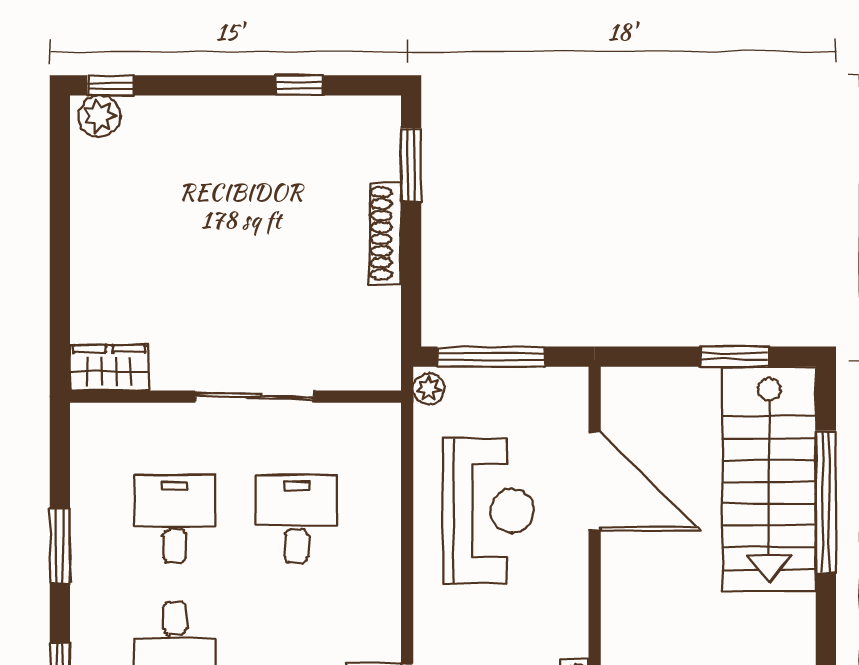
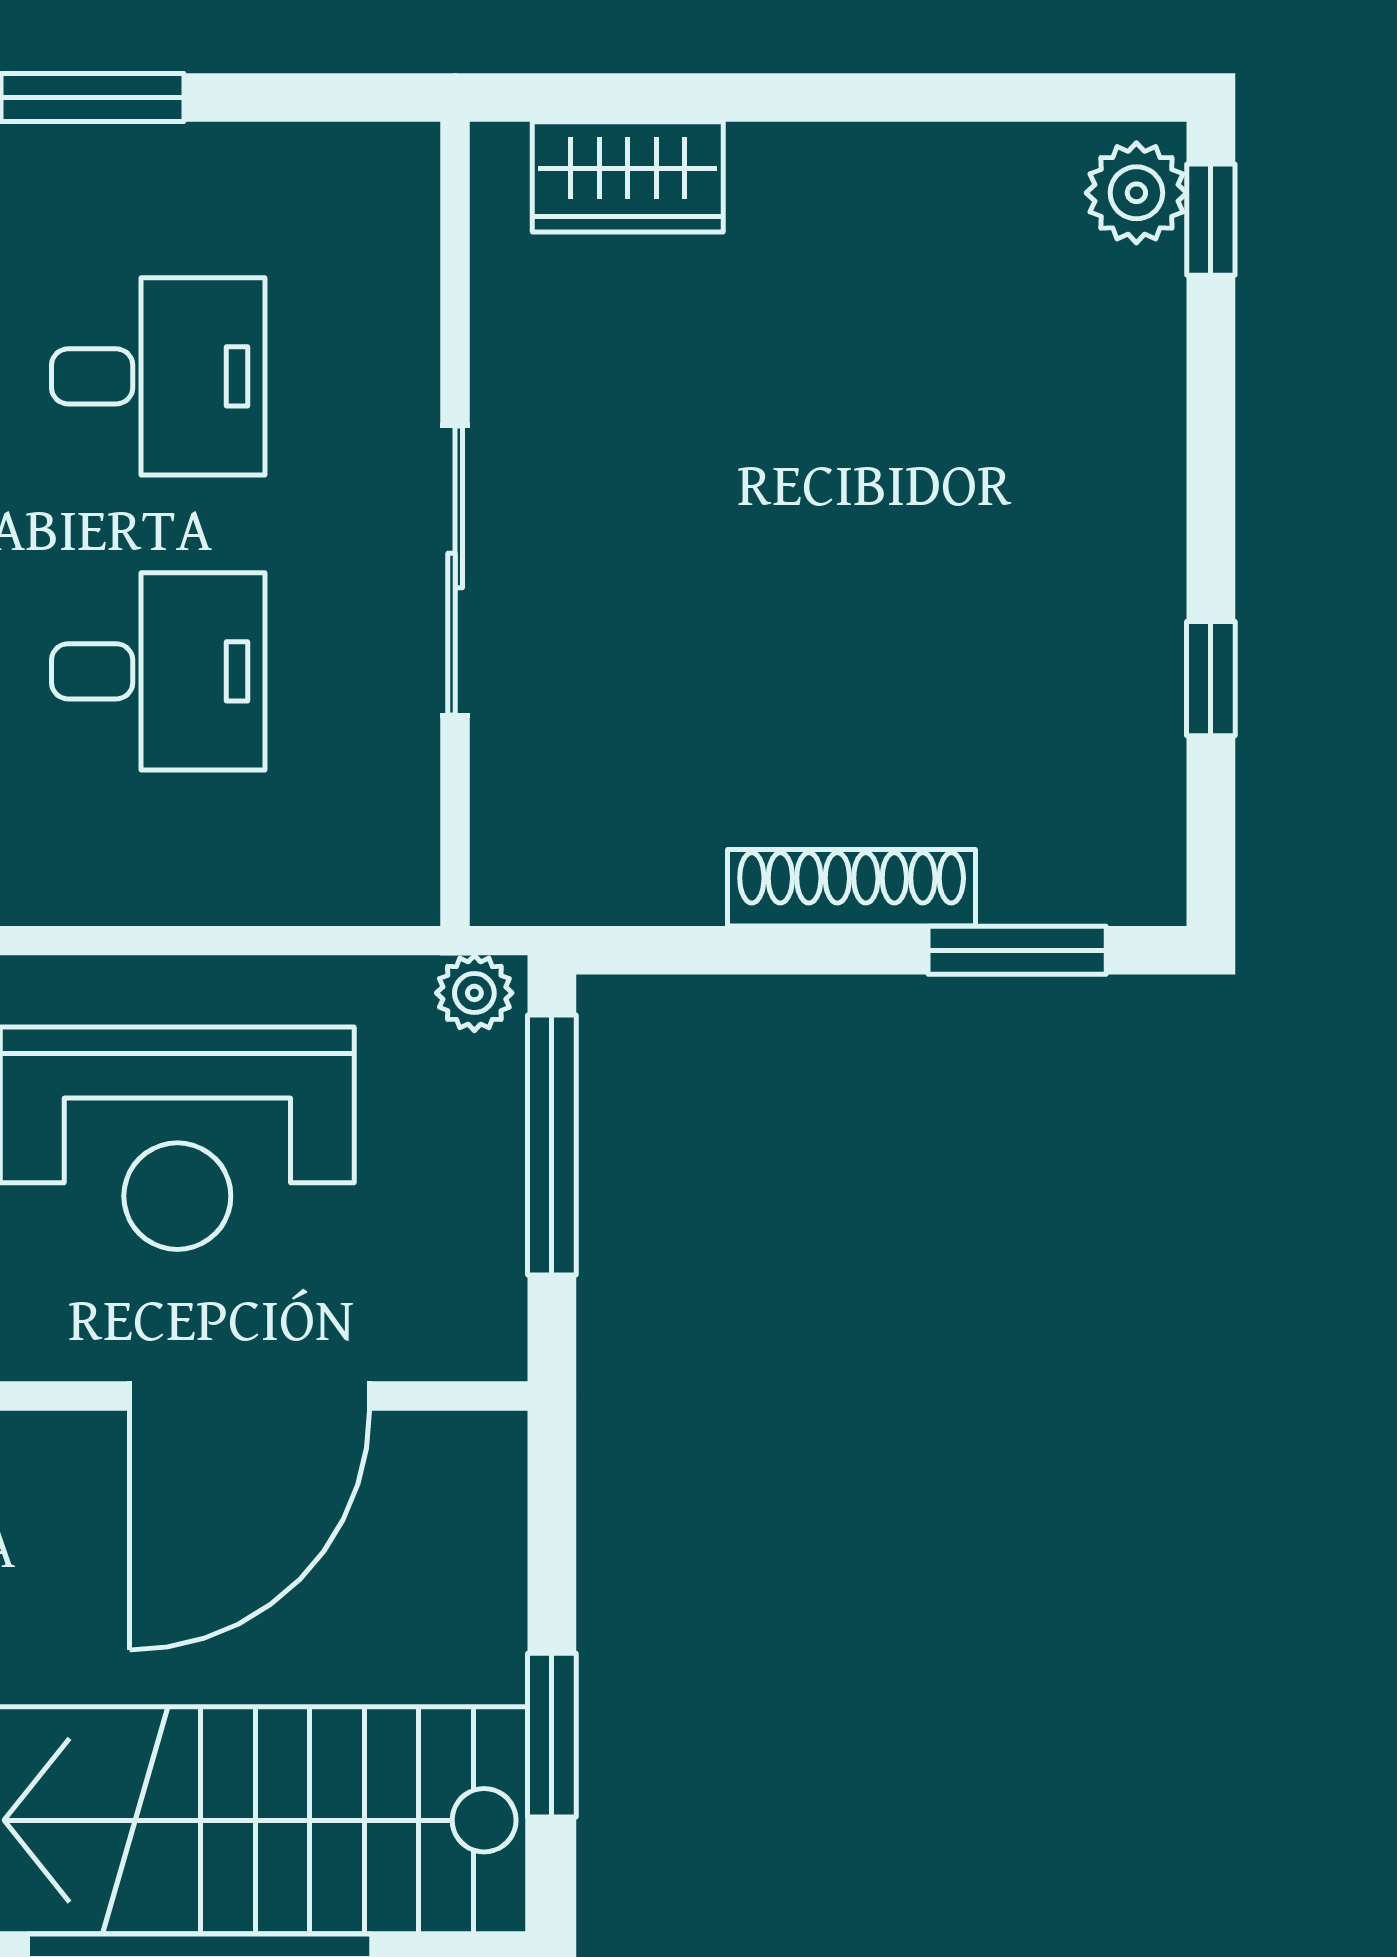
wardrobe: (109, 368) -> (628, 177), moved, turned 90

